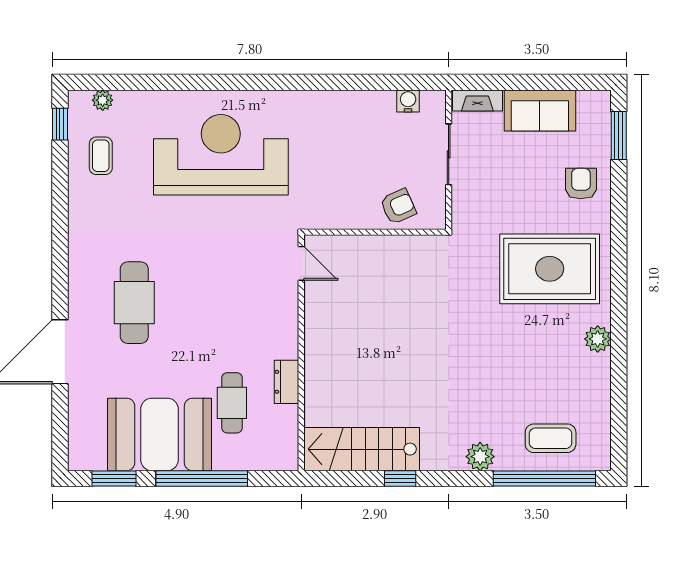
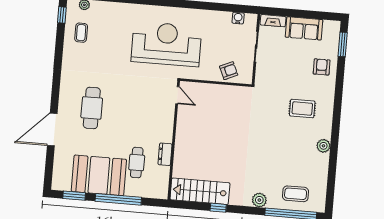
reception desk: (221, 155) -> (166, 44), moved
rug: (550, 269) -> (302, 108), width x0.54, depth x0.49

